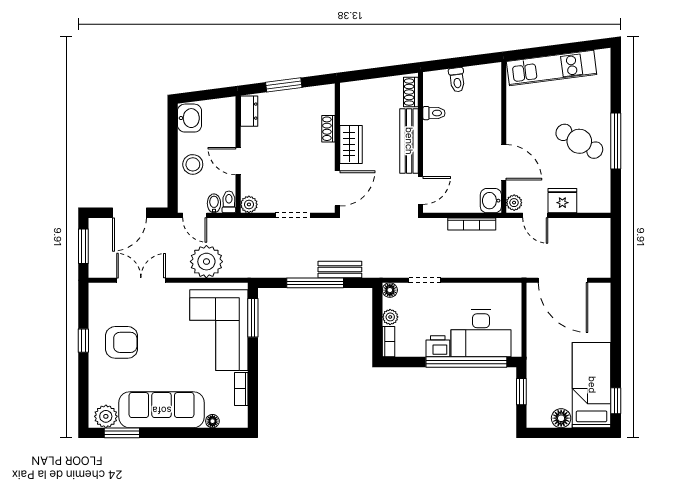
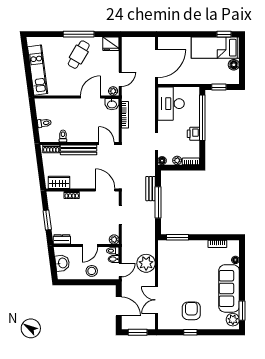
washbasin: (190, 118) -> (62, 263), moved, turned 83
wardrobe: (351, 144) -> (59, 182), moved
fridge: (562, 201) -> (111, 44), moved, turned -90
corner sofa: (219, 330) -> (184, 256), removed
desk: (481, 333) -> (171, 104), moved, turned 180

